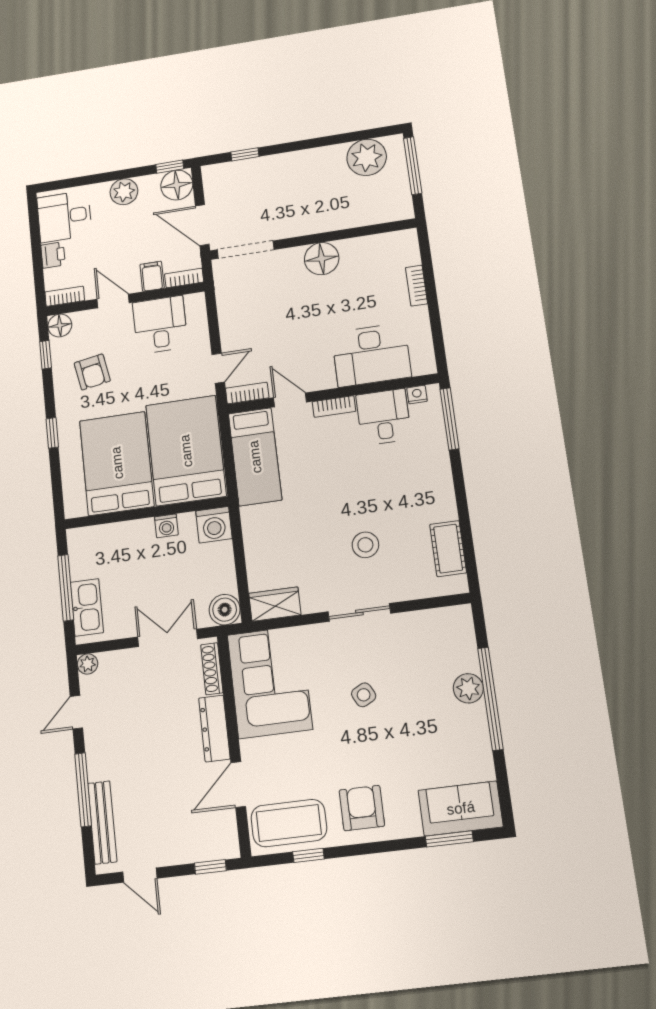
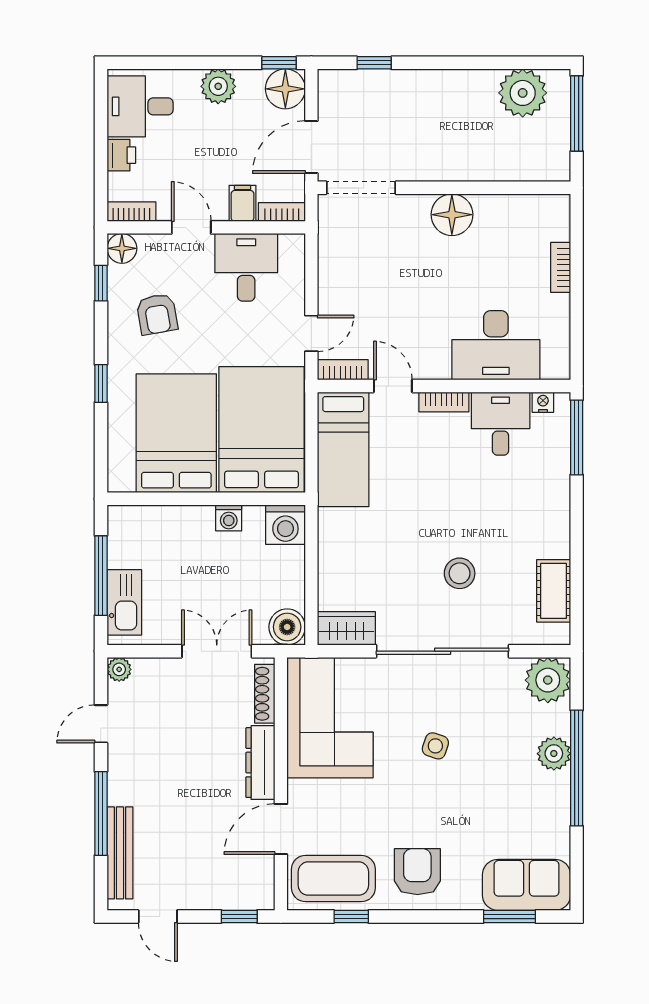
door: (202, 225) -> (311, 147), hinge flipped
sliding door: (359, 612) -> (443, 651), width x1.86
plant: (454, 625) -> (548, 680), added
side table: (364, 695) -> (435, 746), turned 45

